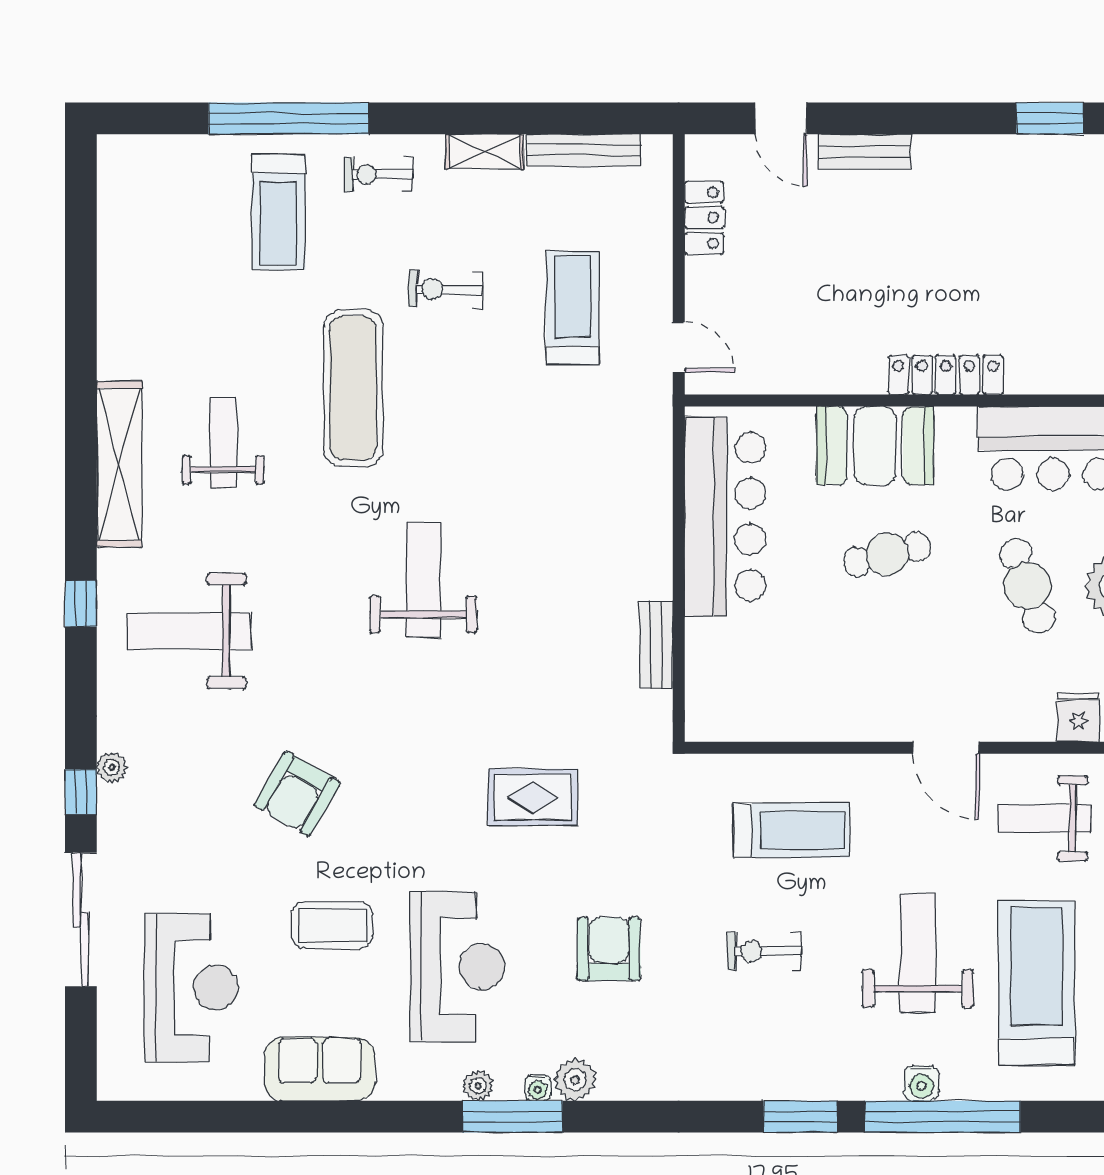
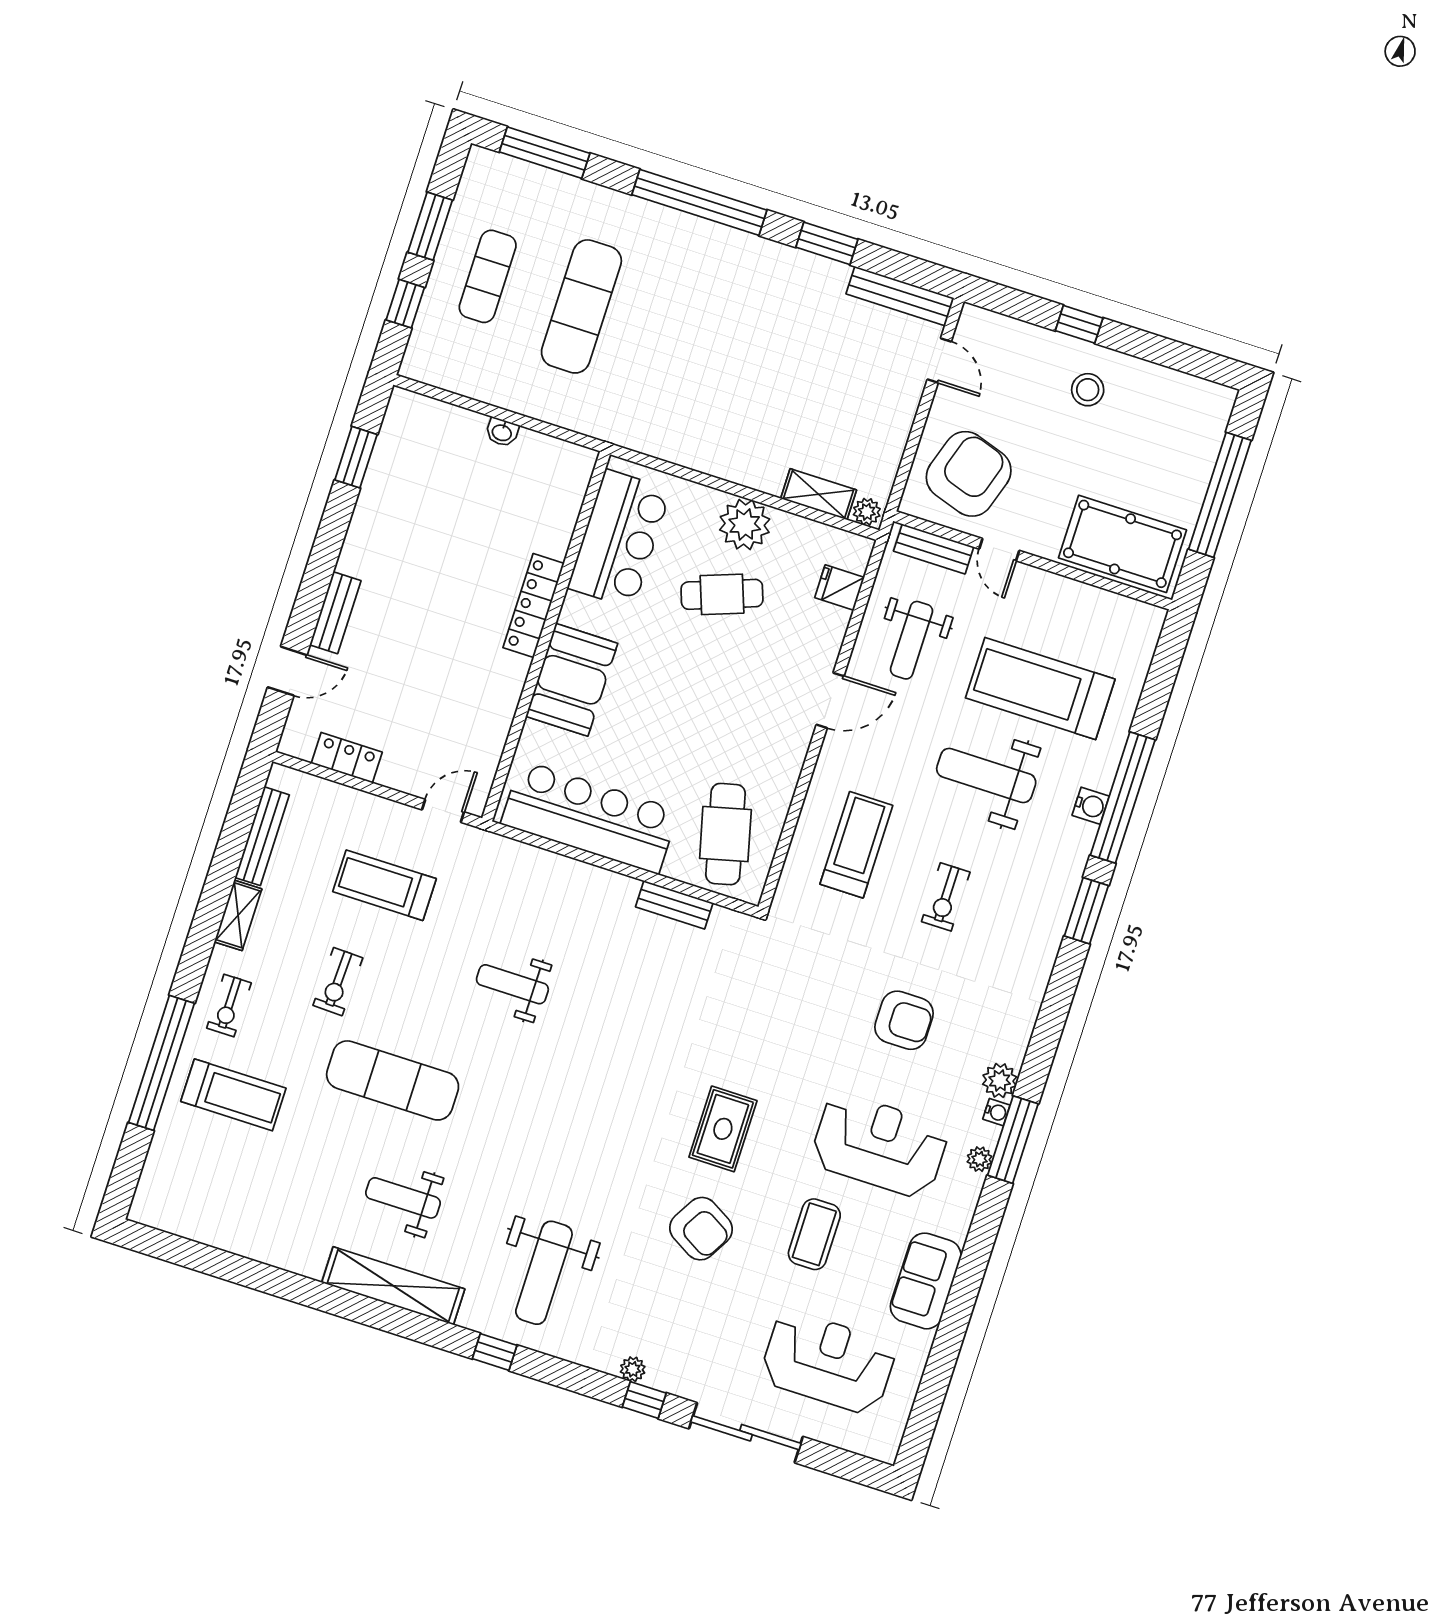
cafe table: (887, 554) -> (725, 834), moved, width x1.37, depth x1.35
weight bench: (423, 580) -> (512, 984), moved, width x0.73, depth x0.75
rug: (533, 797) -> (723, 1129), moved
armchair: (609, 949) -> (904, 1020), turned 180

